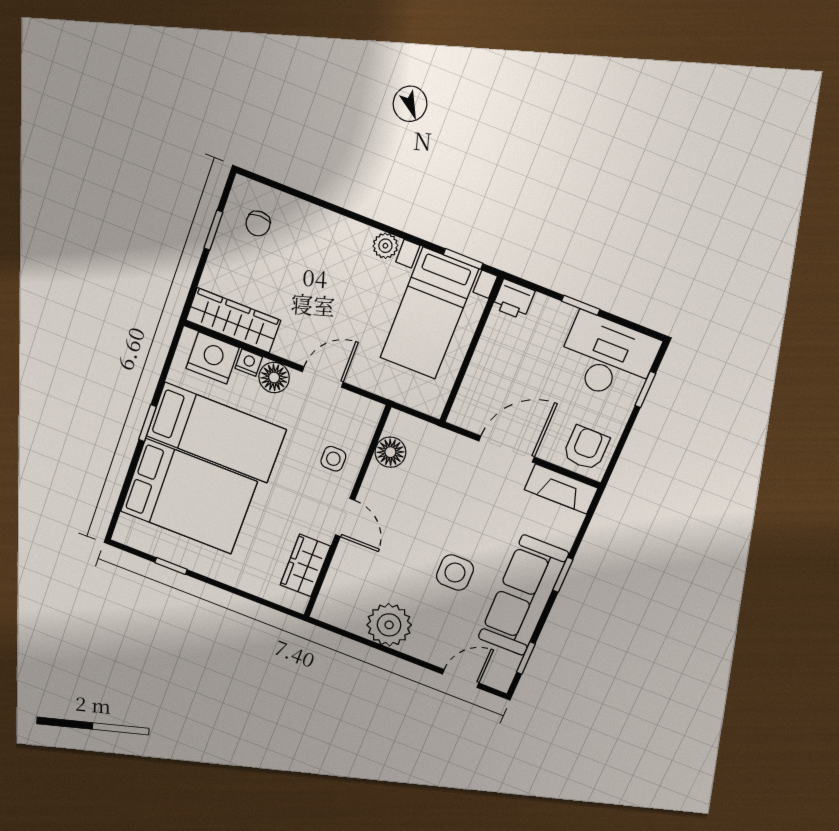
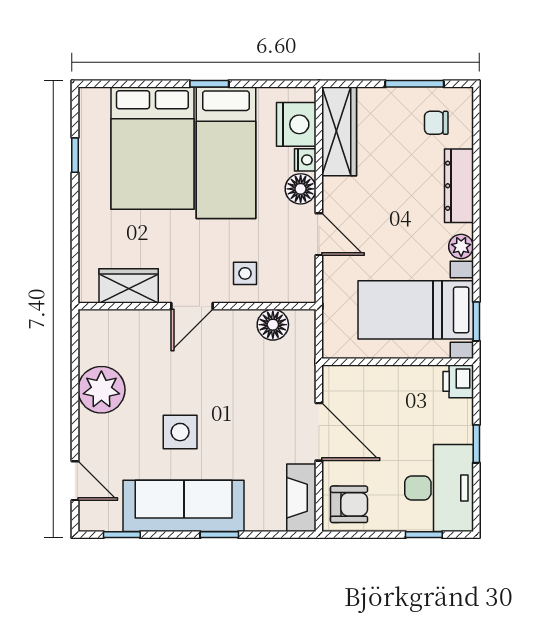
dresser: (326, 225) -> (459, 186), added
window: (213, 230) -> (415, 84), width x1.50

